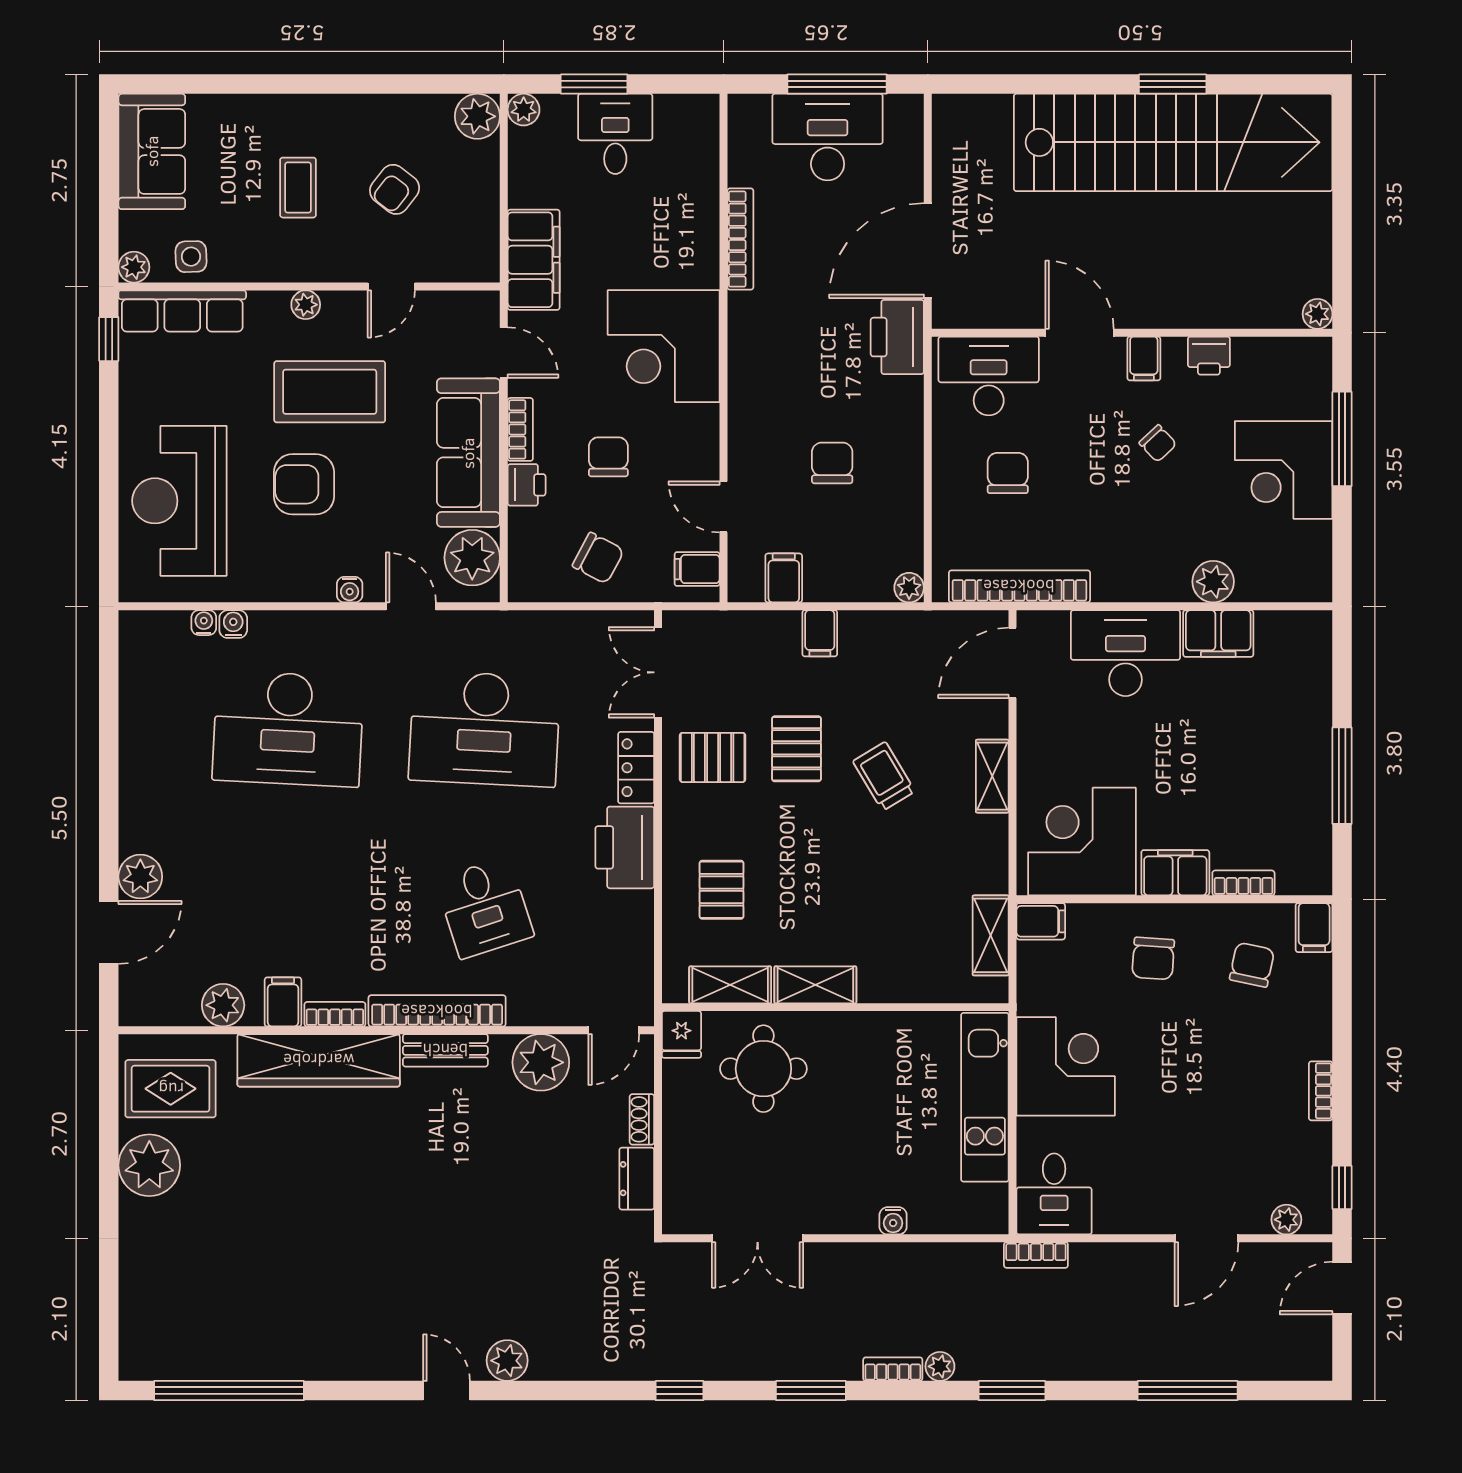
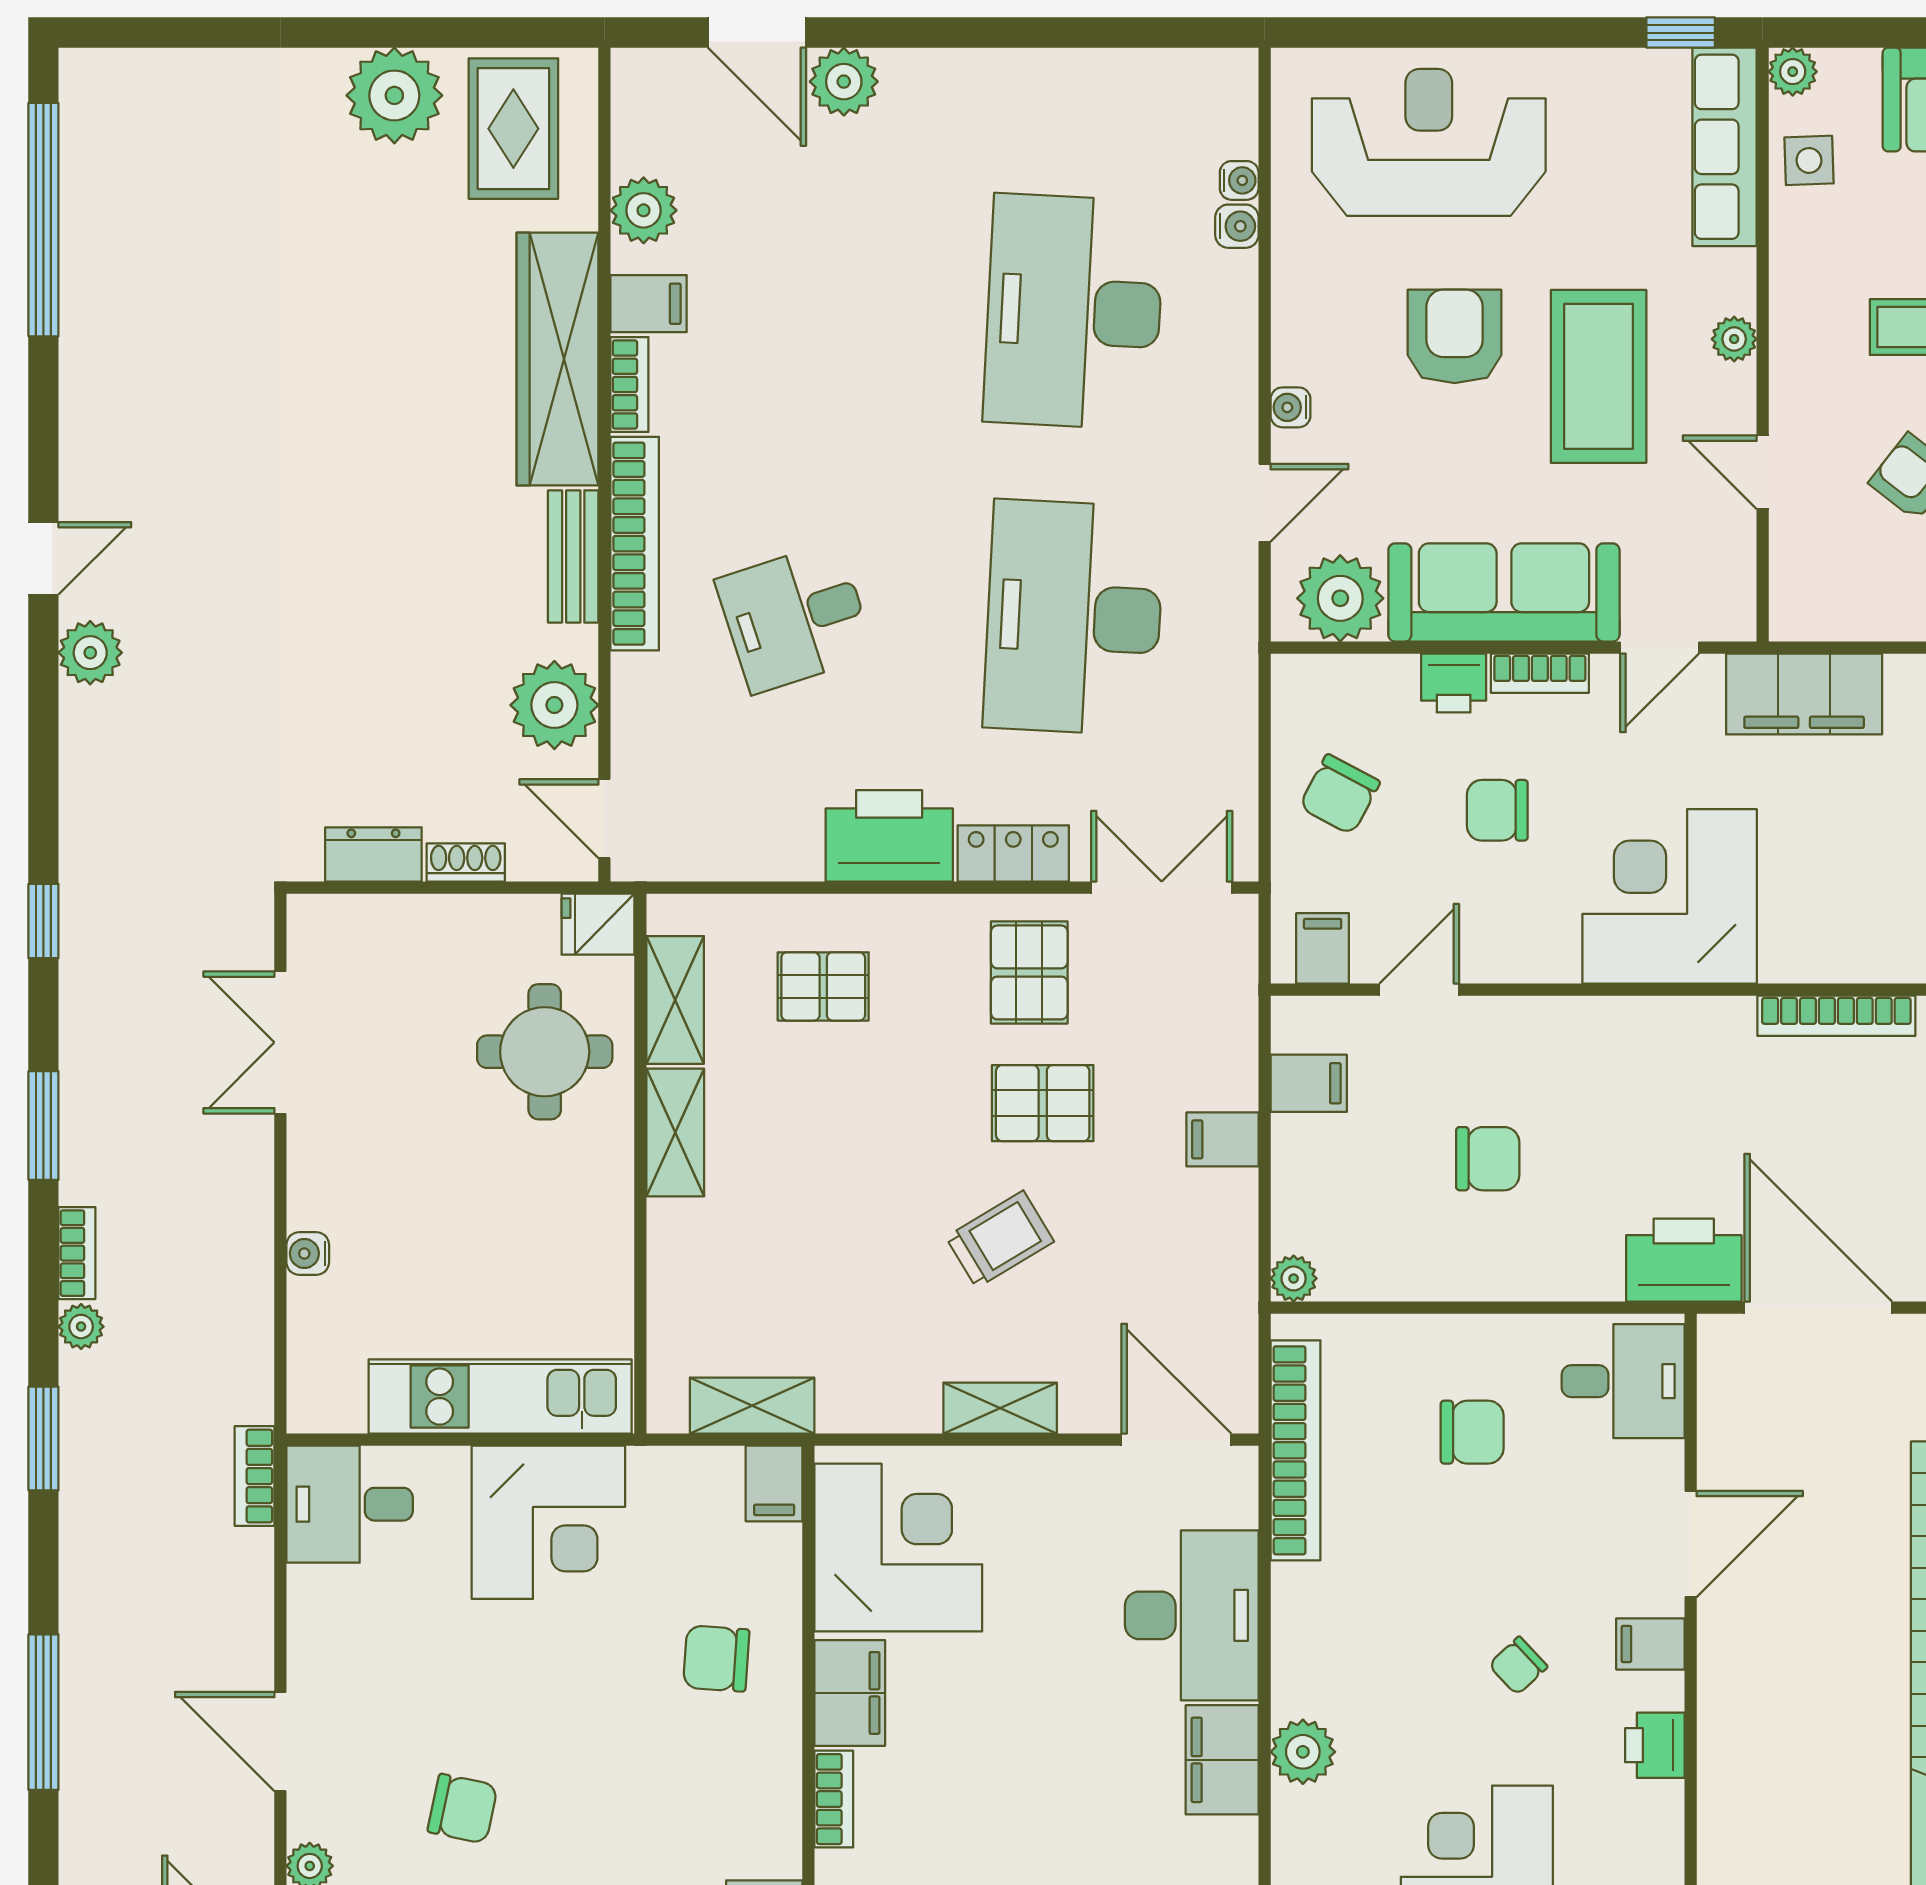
desk: (989, 376) -> (1623, 1381), width x0.73
chair: (608, 457) -> (1497, 810), turned 180
chair: (1252, 965) -> (463, 1809), moved

